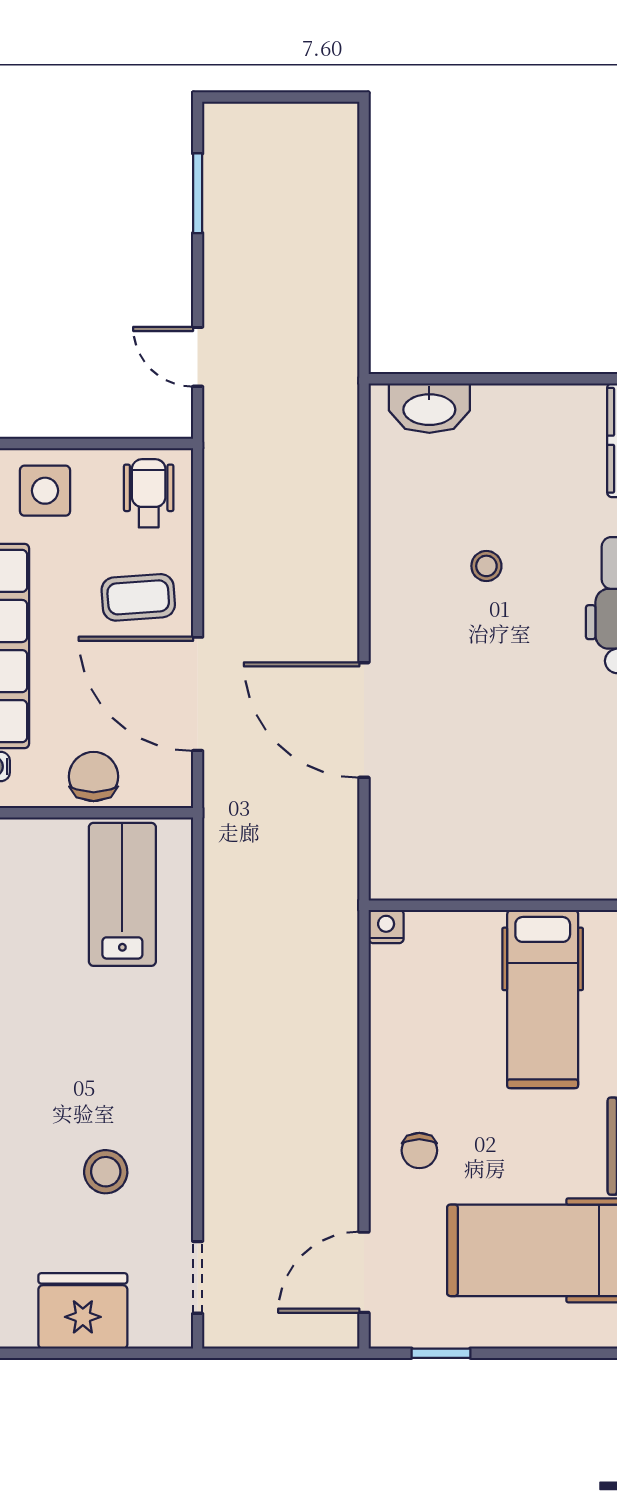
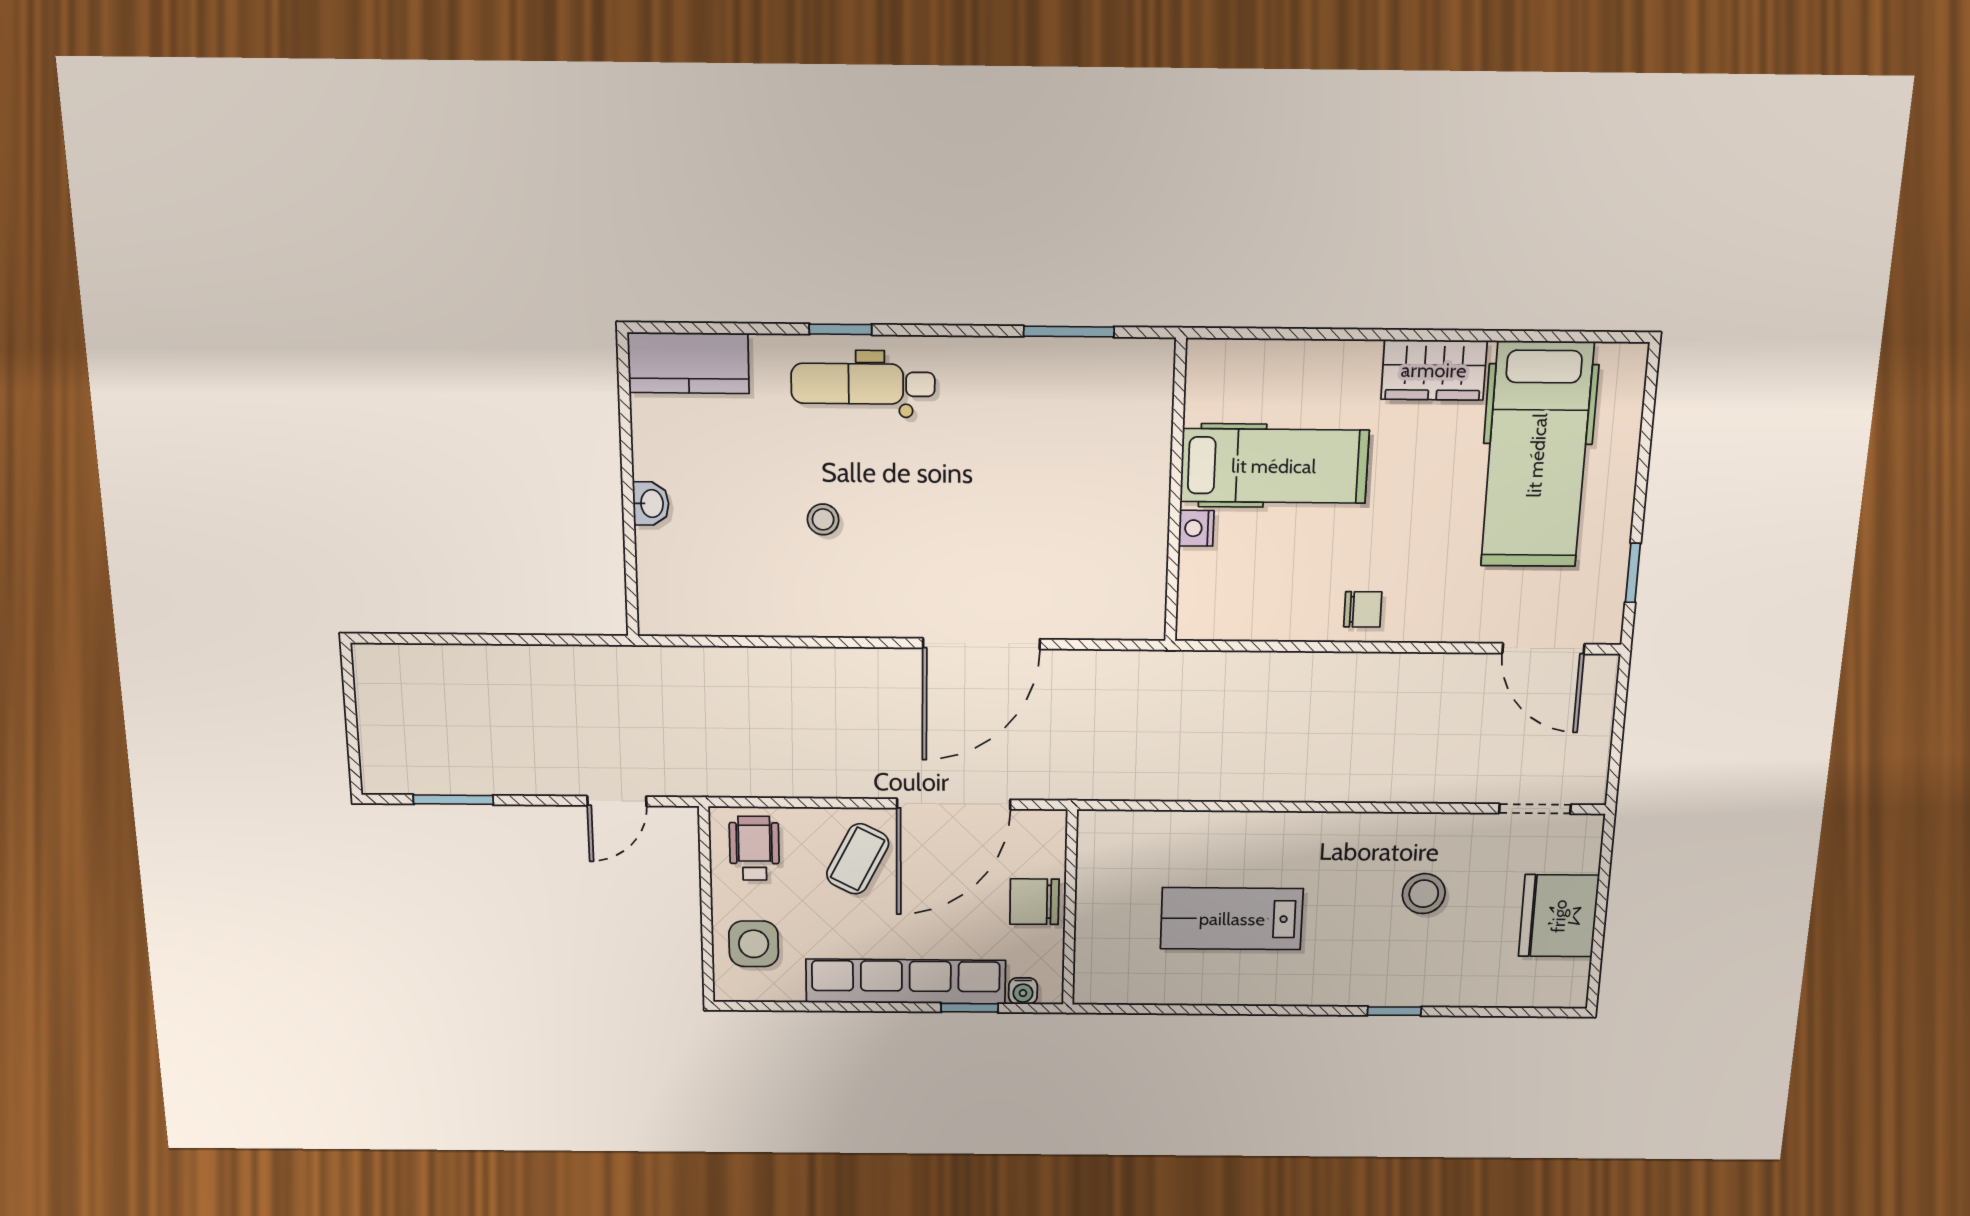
washbasin: (429, 408) -> (651, 504), moved, width x0.52, depth x0.69
wheelchair: (149, 493) -> (754, 848), turned 90
coffee table: (138, 597) -> (858, 859), turned 31
lab bench: (122, 894) -> (1232, 919), moved
nightstand: (386, 926) -> (1196, 528), moved
chair: (419, 1150) -> (1363, 609), moved

